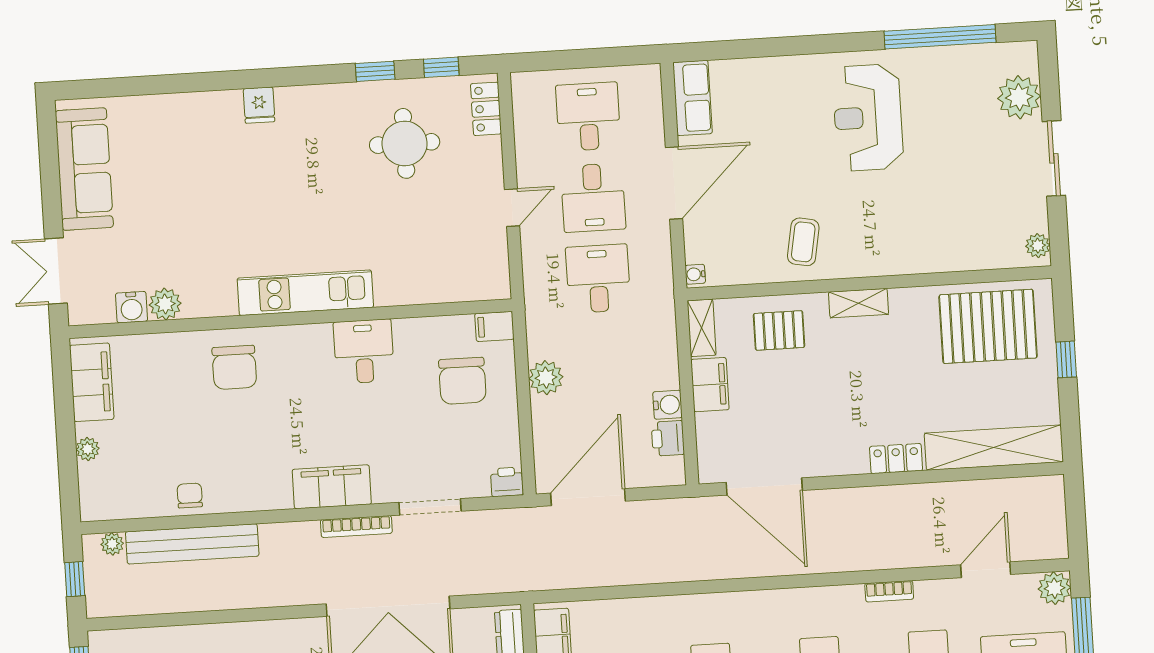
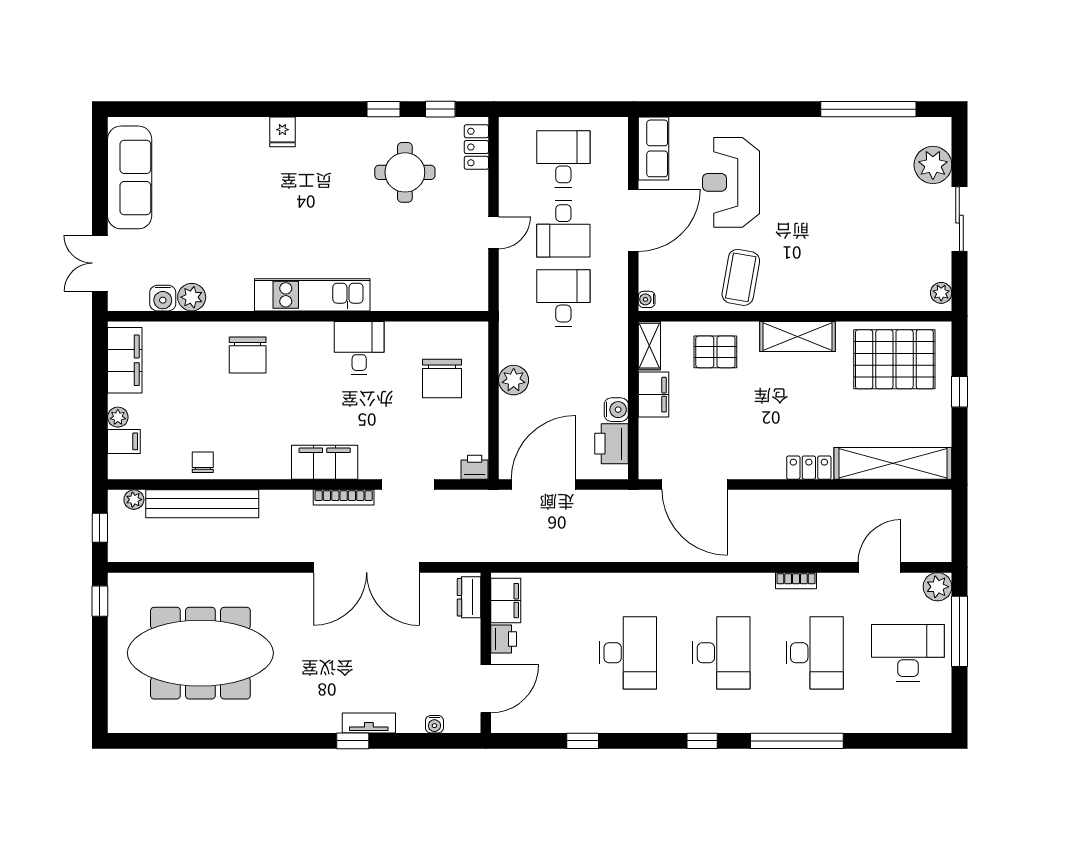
reception desk: (868, 118) -> (731, 182), moved
coffee table: (803, 242) -> (741, 277), width x1.36, depth x1.30
shelving: (859, 303) -> (797, 336), width x1.50, depth x1.33
filing cabinet: (494, 326) -> (124, 441), moved, turned 180
printer: (668, 438) -> (611, 444), width x1.36, depth x1.24

